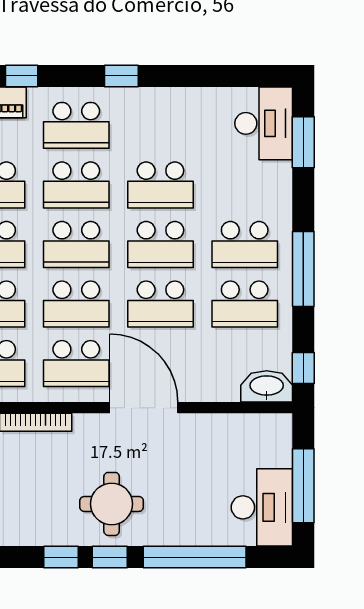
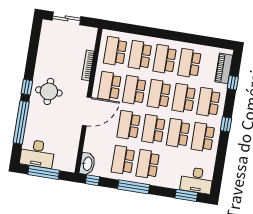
school desk: (160, 125) -> (203, 137), added
window: (61, 557) -> (30, 67), removed

